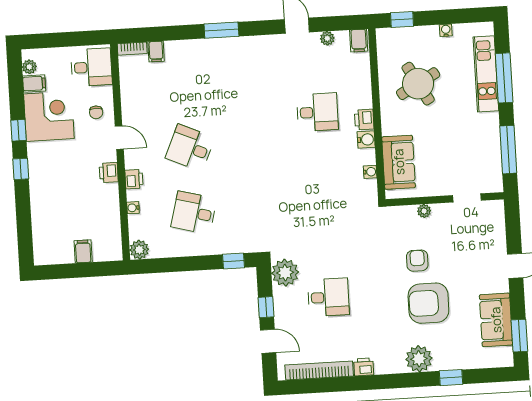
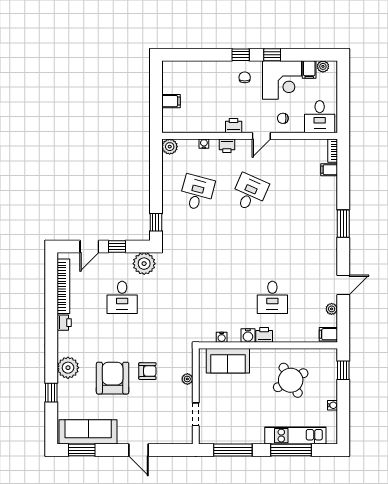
chair: (48, 162) -> (245, 77), added
sofa: (496, 320) -> (88, 432), width x1.36

